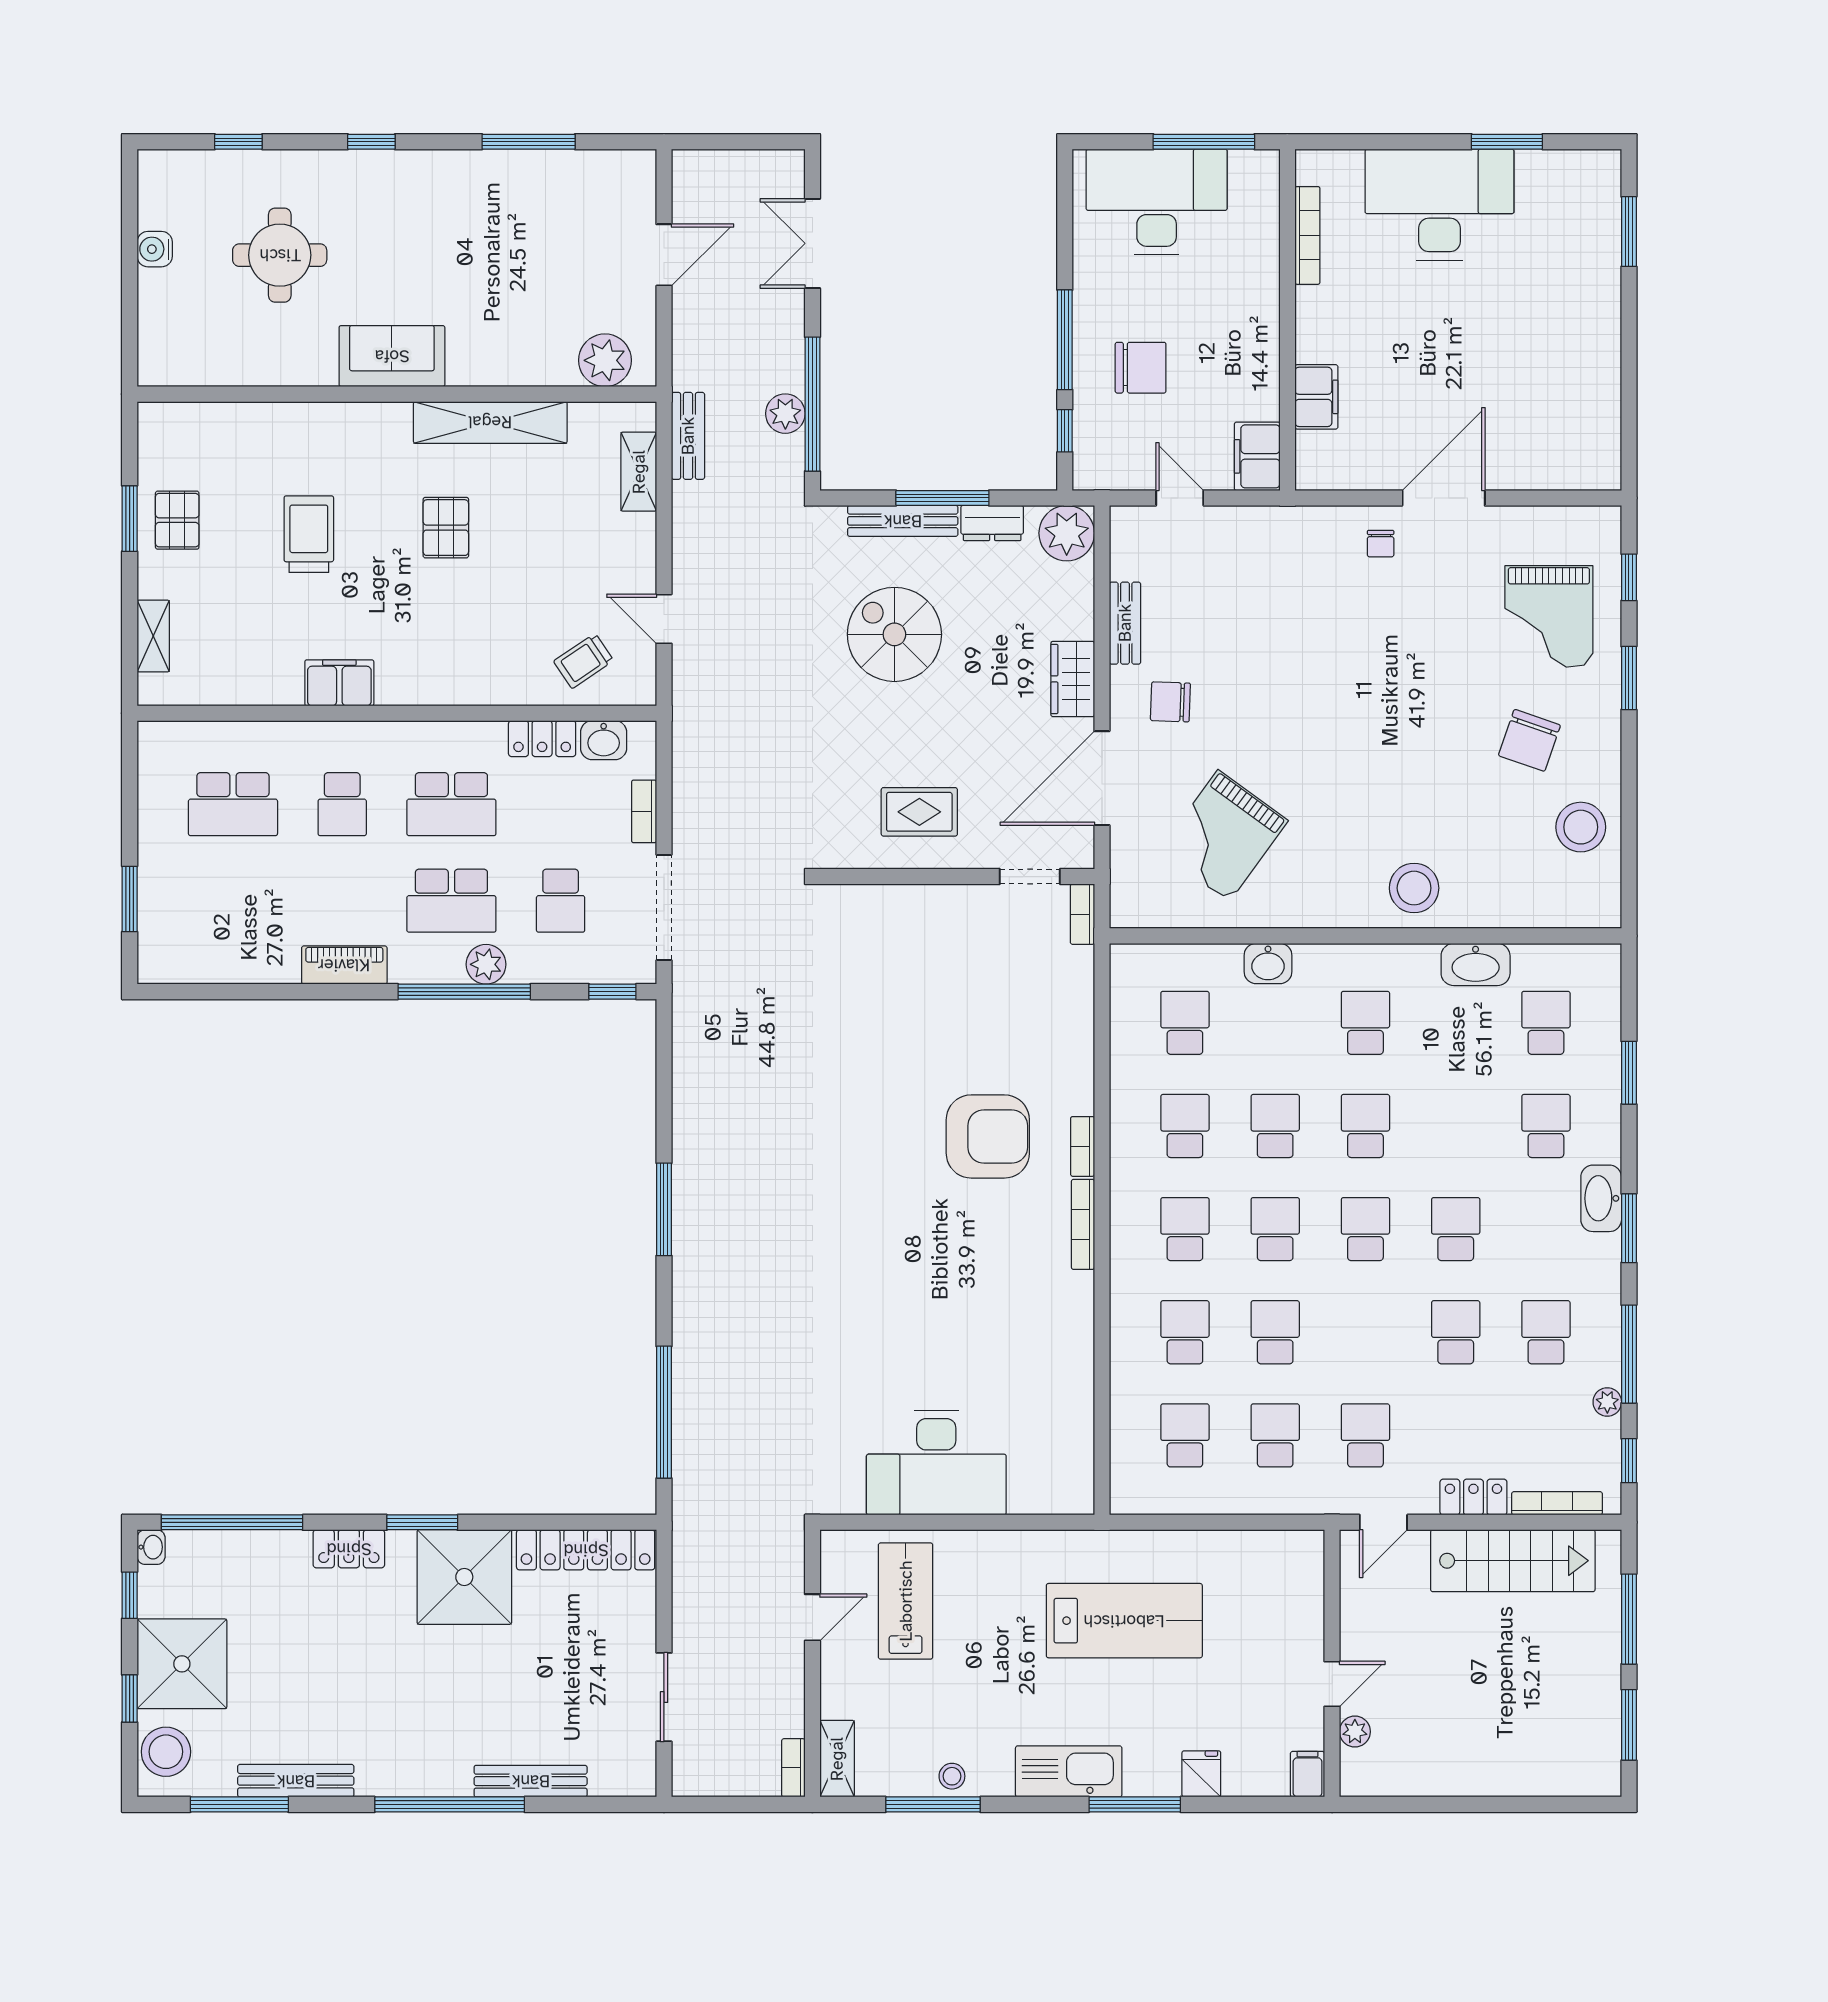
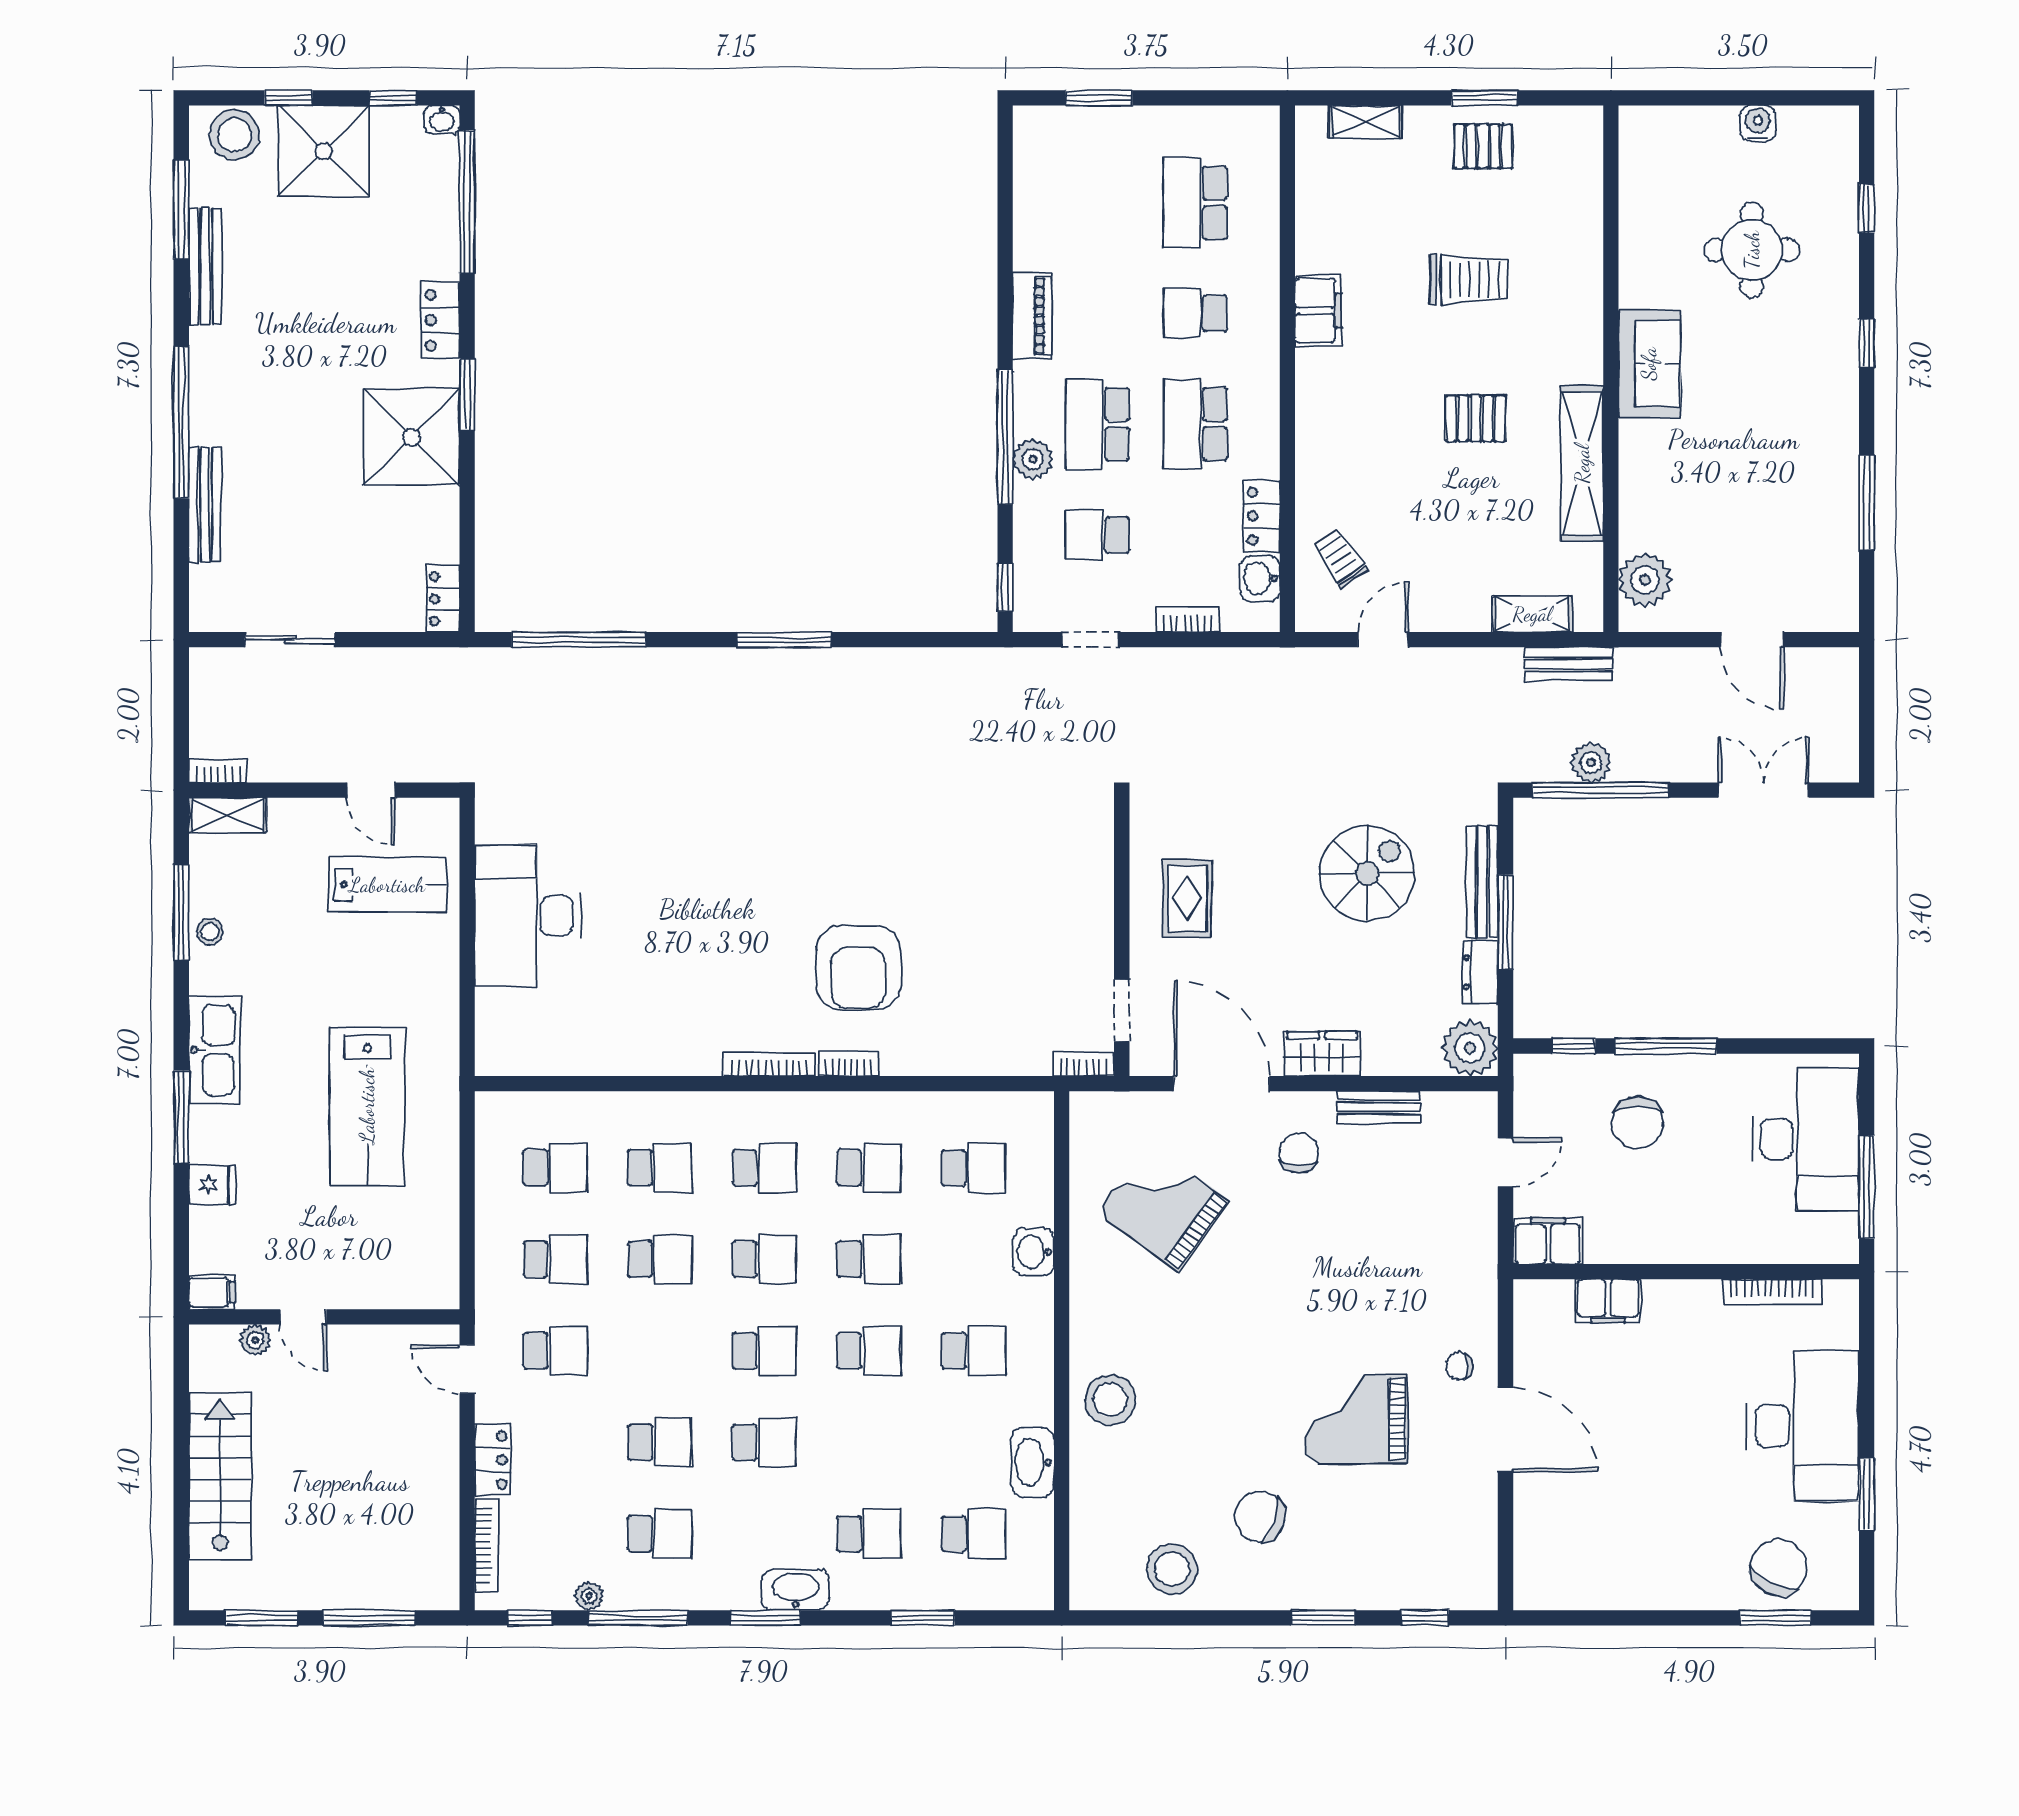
chair: (1579, 229) -> (1779, 1567), added
grand piano: (1549, 616) -> (1356, 1419), moved
doorway: (664, 907) -> (1090, 640), width x0.53
locker: (586, 1550) -> (443, 599), width x0.46, depth x0.83
stairs: (1513, 1561) -> (220, 1476), moved, turned 180

